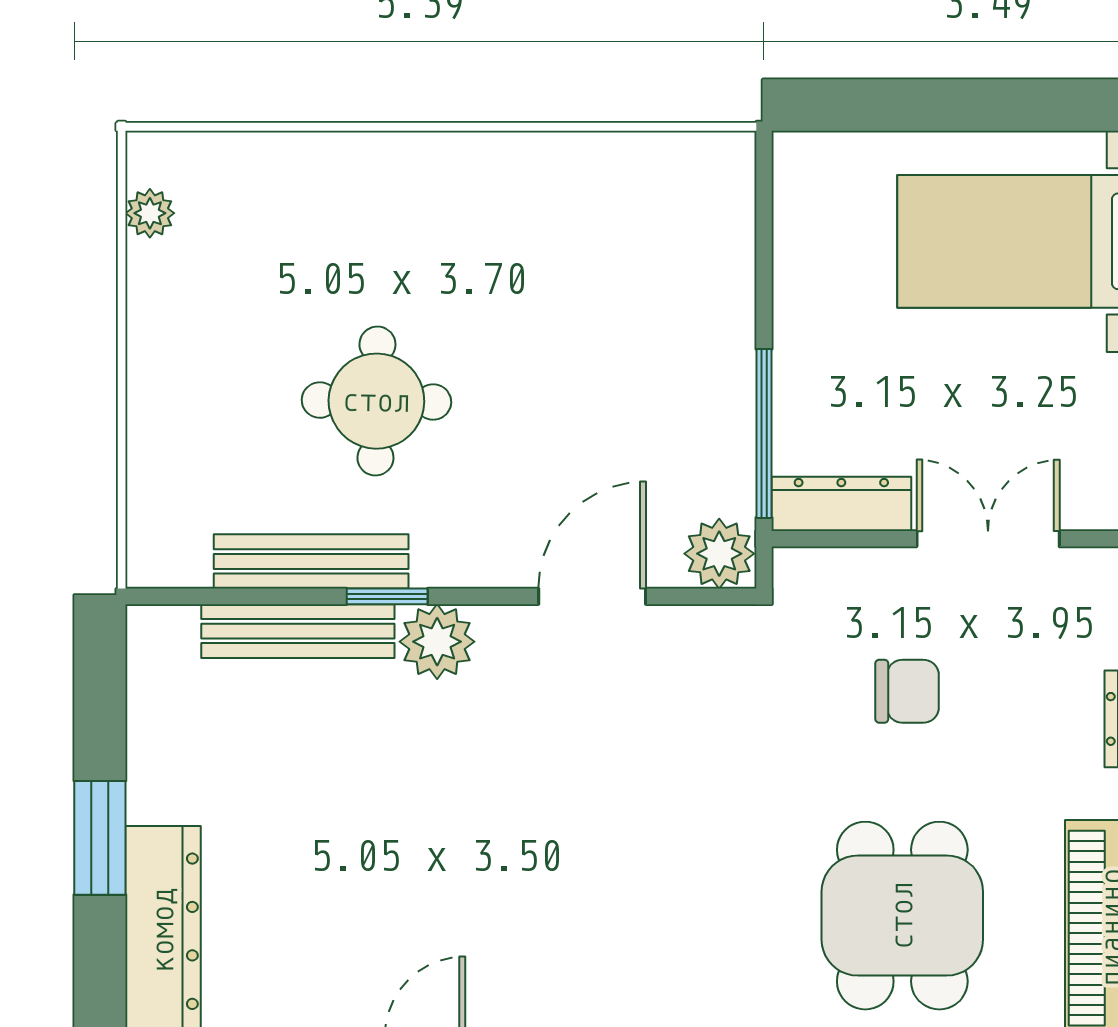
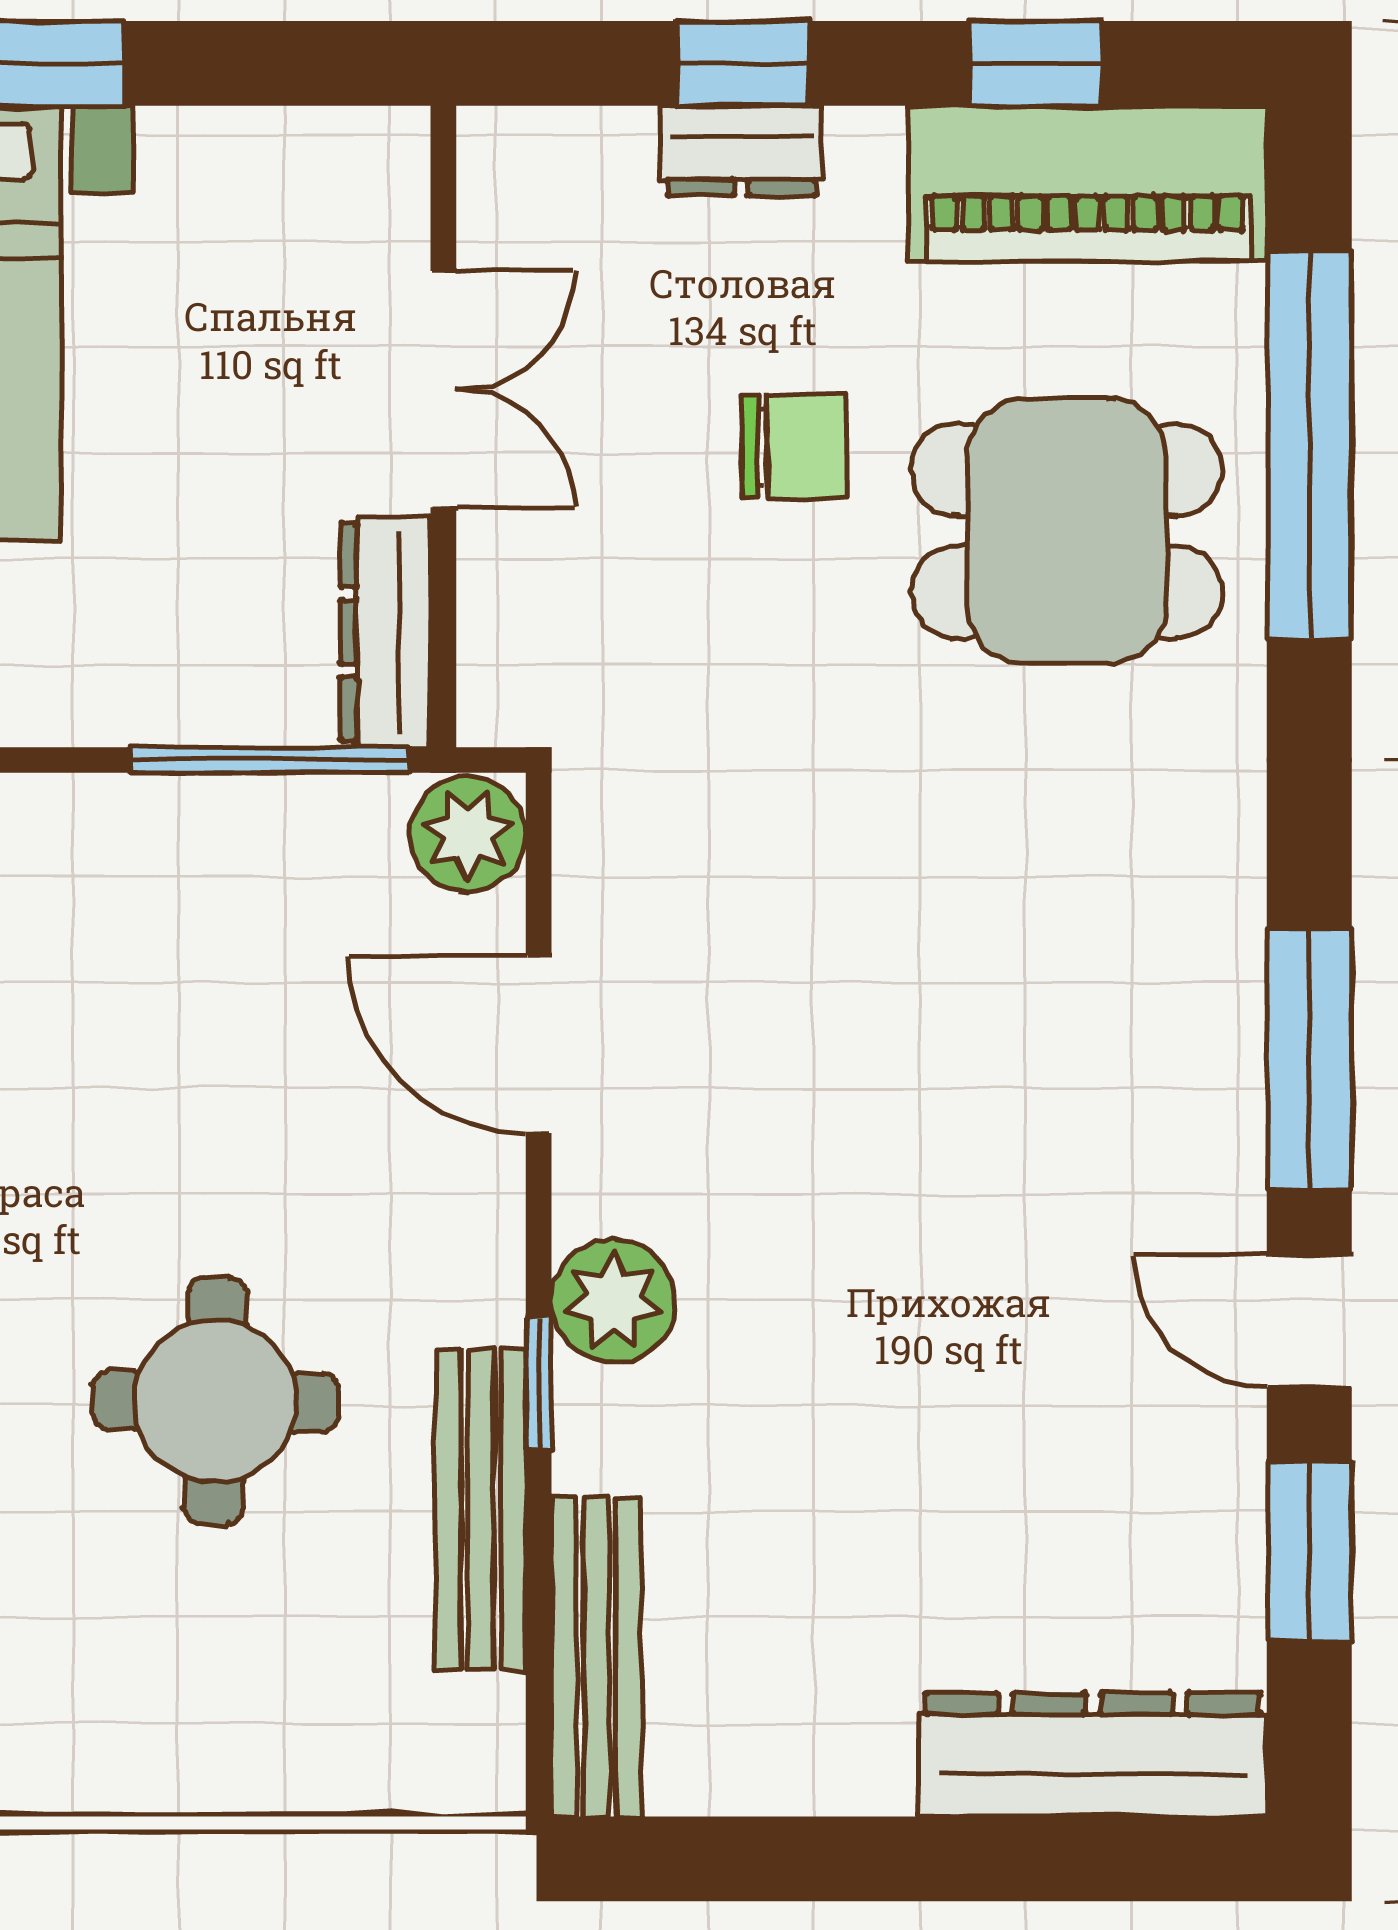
double door: (988, 539) -> (443, 389), swing flipped
bench: (298, 631) -> (596, 1657), moved
chair: (907, 691) -> (794, 447), moved, turned 90
window: (100, 838) -> (938, 1859), removed

